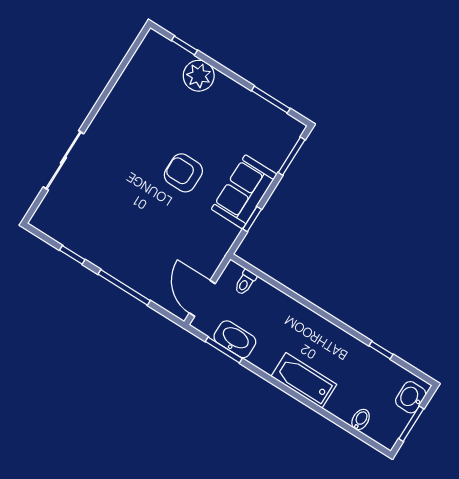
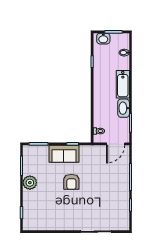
plant: (199, 76) -> (30, 183), moved
washbasin: (235, 339) -> (124, 108), moved

